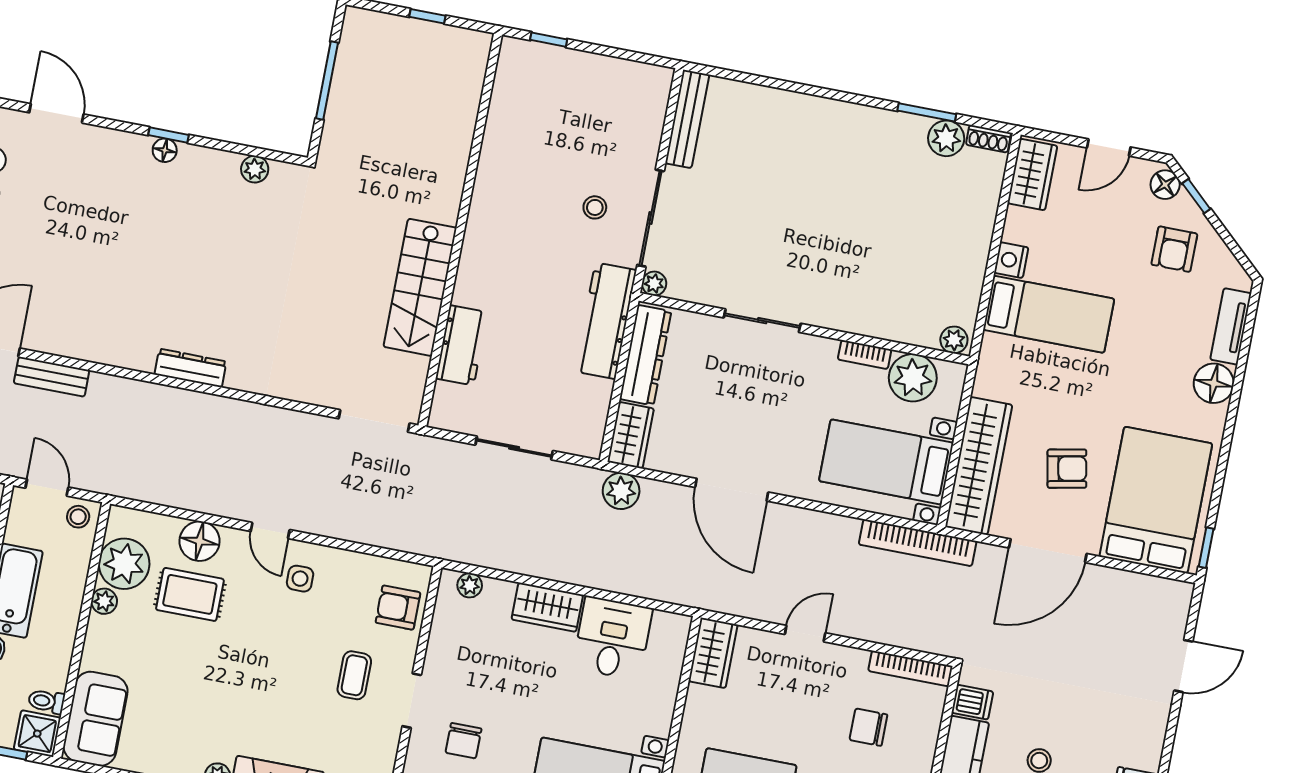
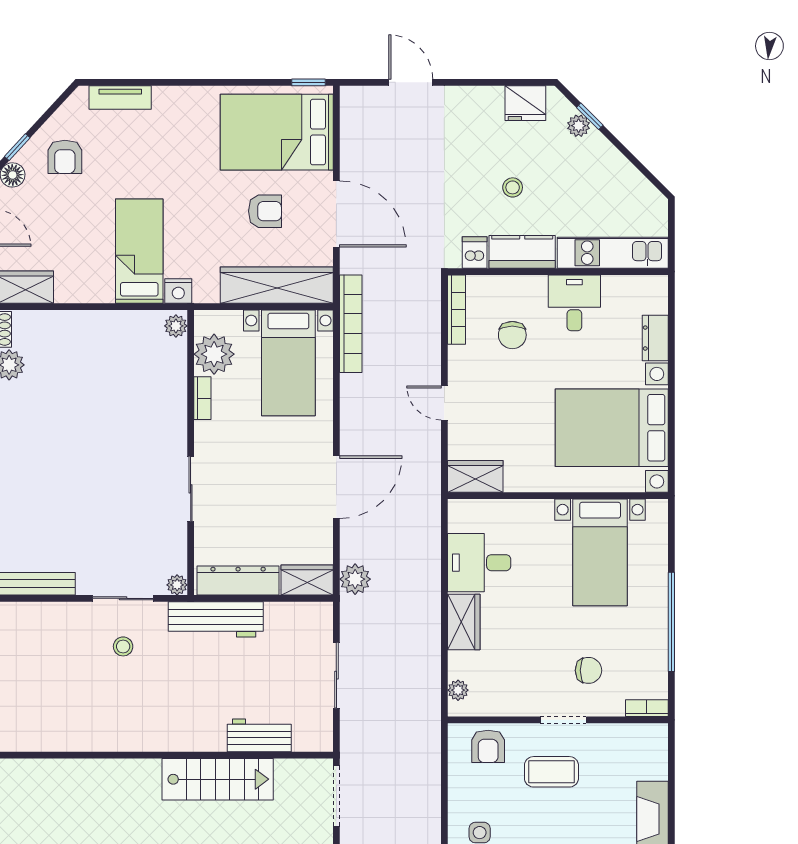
sliding door: (651, 218) -> (123, 598), width x0.73
armchair: (1174, 249) -> (65, 157), turned 90
nightstand: (1011, 260) -> (178, 291), moved
floor lamp: (1214, 383) -> (170, 103), removed
armchair: (1067, 469) -> (265, 211), turned 101
coffee table: (354, 675) -> (551, 772), width x1.36, depth x1.30

